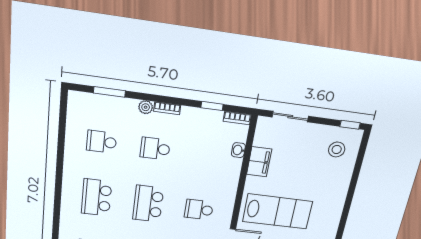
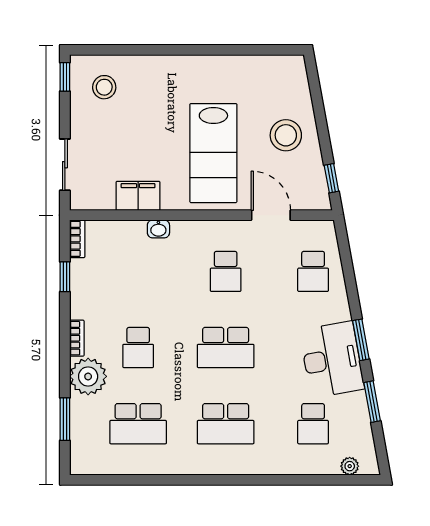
plant: (146, 107) -> (88, 376), width x1.87, depth x1.87
school desk: (102, 142) -> (138, 424), width x1.85
washbasin: (238, 150) -> (158, 229), moved
lab bench: (278, 212) -> (213, 153), turned 180

